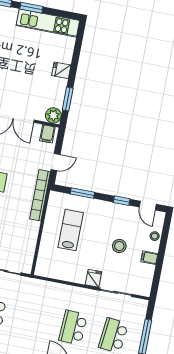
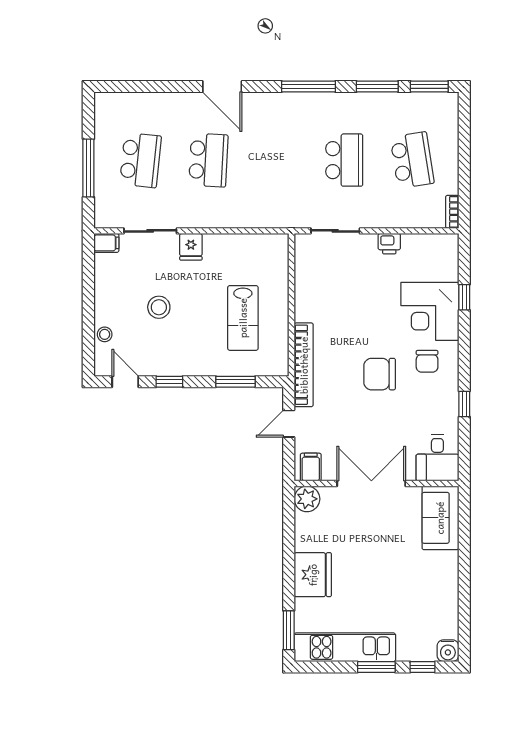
fridge: (61, 70) -> (313, 575), width x1.88, depth x1.34
window: (68, 99) -> (289, 630), moved
filing cabinet: (149, 258) -> (106, 243), moved

